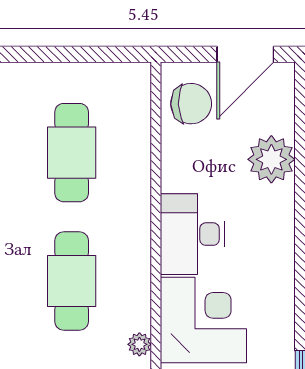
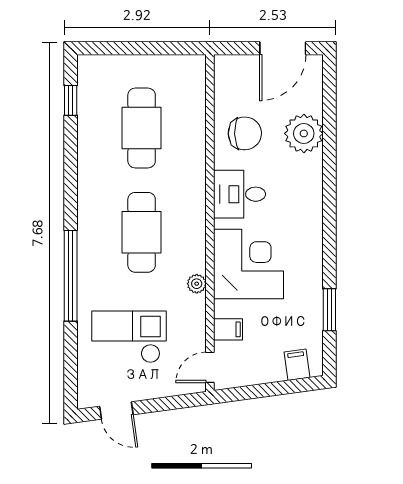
chair: (191, 104) -> (245, 133), moved
desk: (192, 234) -> (240, 194), width x0.73

